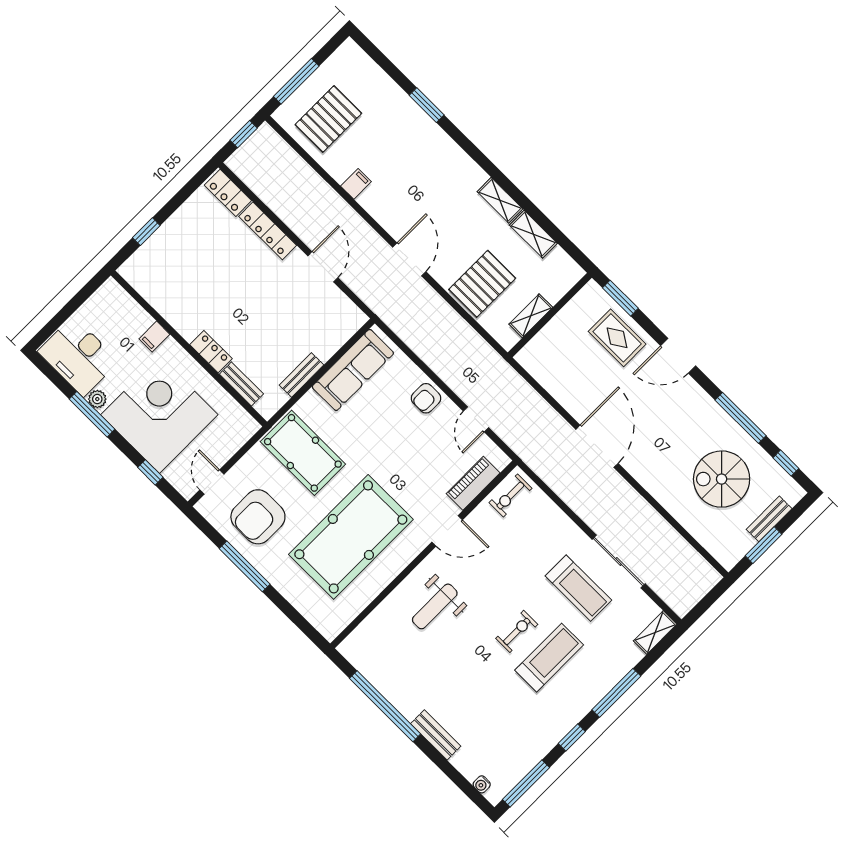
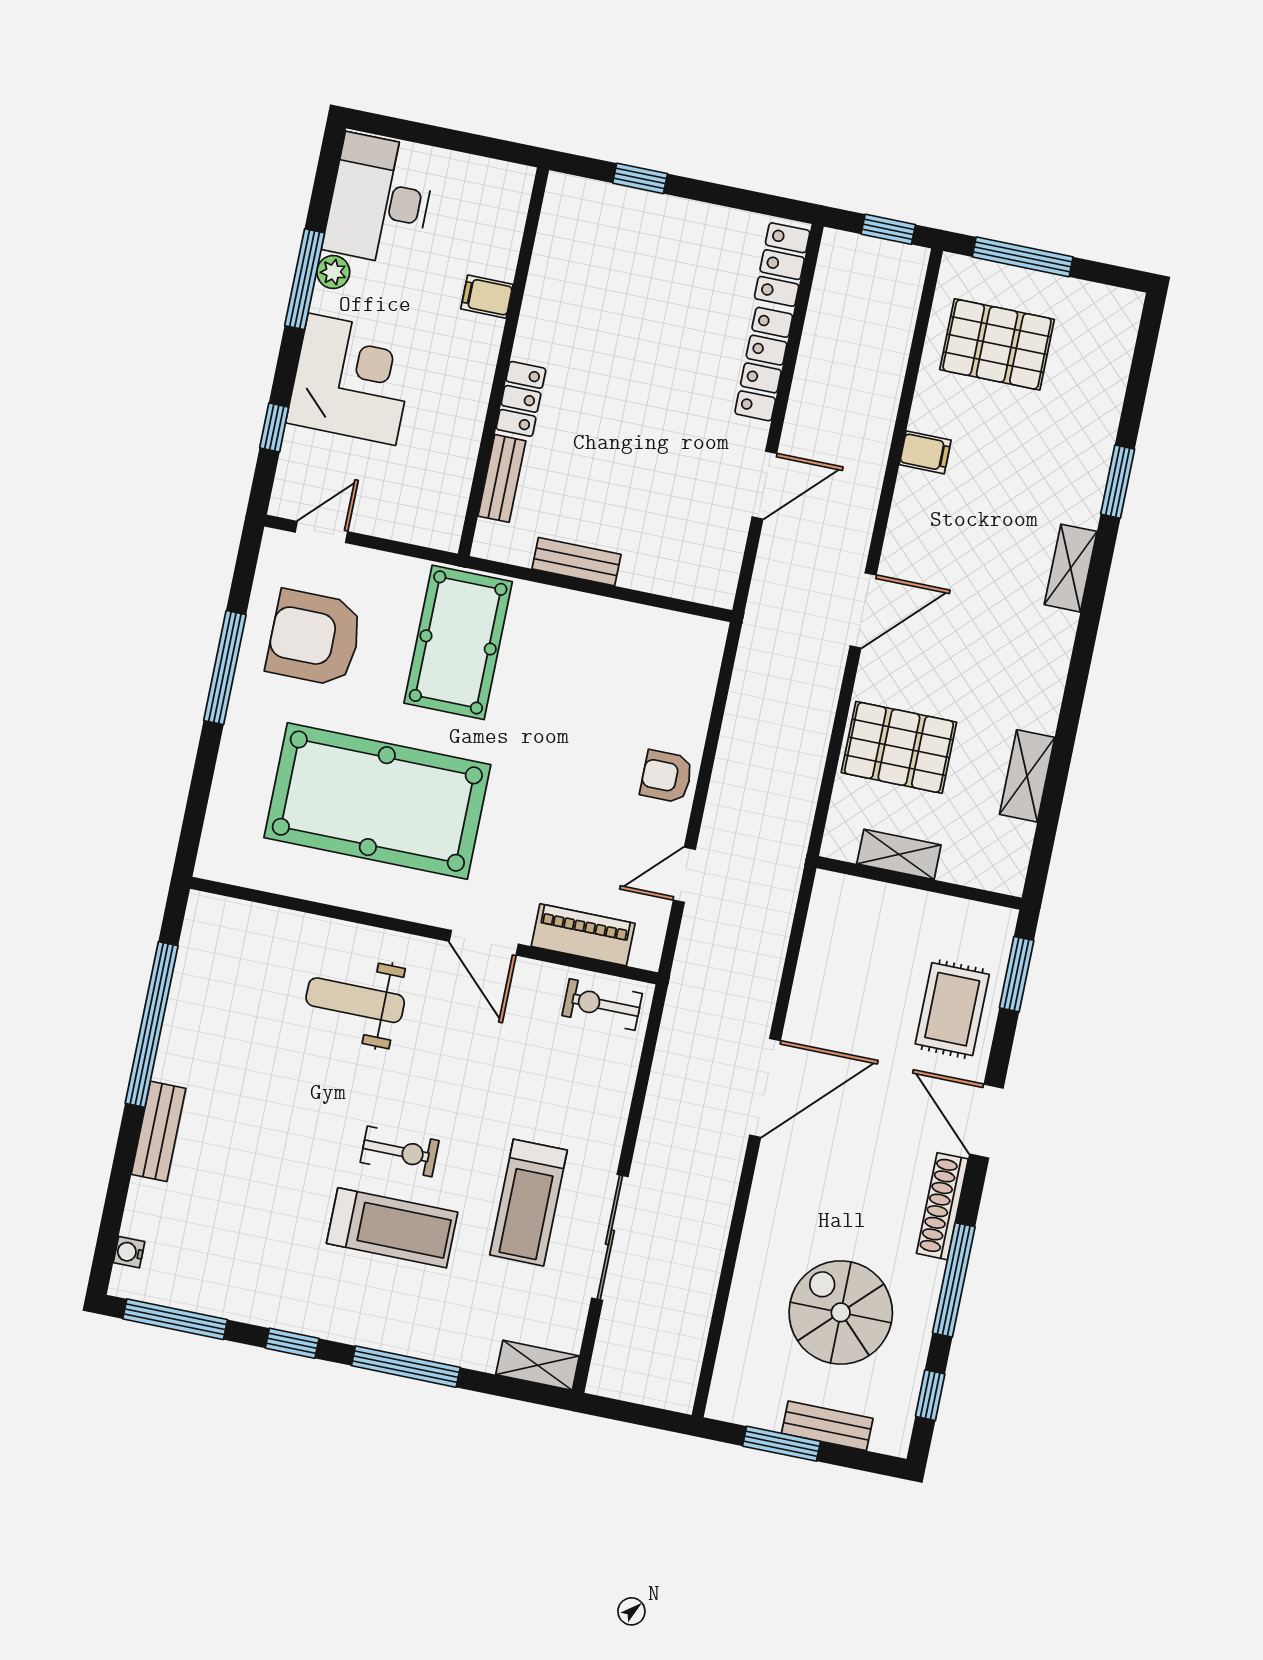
shelving: (500, 200) -> (1071, 568), moved
sofa: (353, 370) -> (636, 636), removed
shoe rack: (704, 401) -> (942, 1206), added
corner desk: (159, 415) -> (352, 379), width x0.74, depth x0.74

